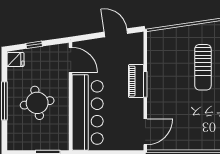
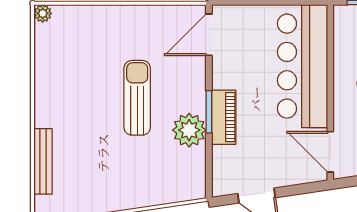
sun lounger: (203, 67) -> (137, 98), moved
plant: (157, 73) -> (189, 130), added

